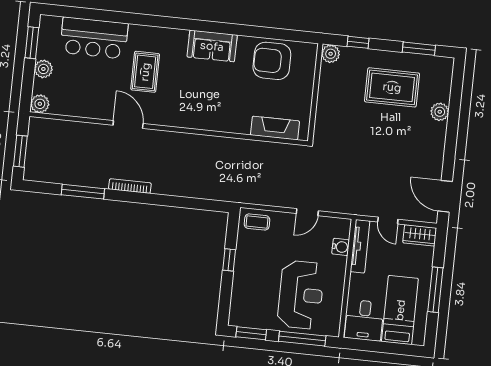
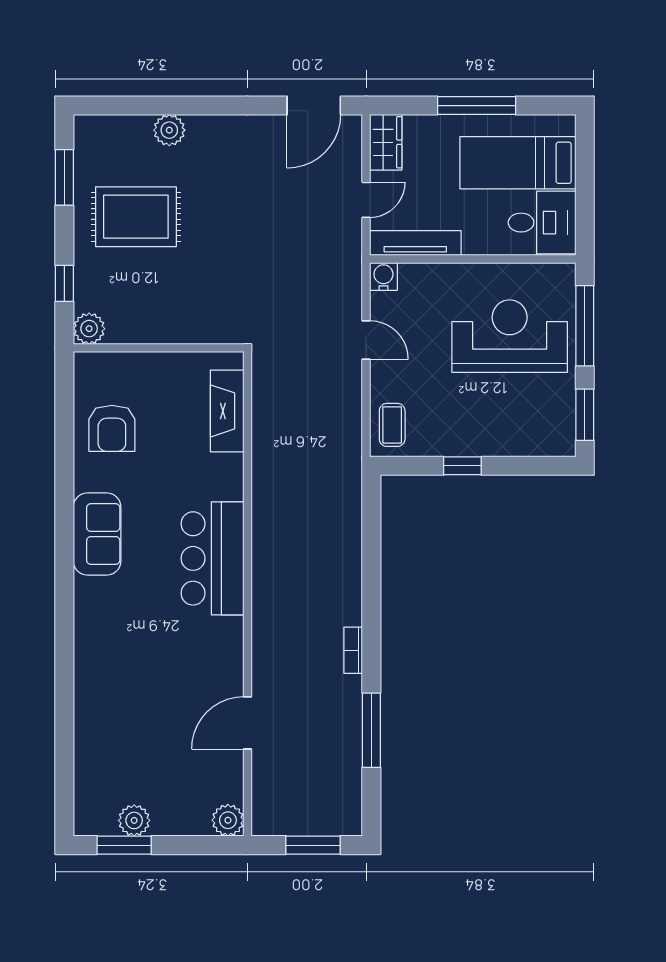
bar counter: (94, 38) -> (213, 558), moved, turned 180
armchair: (272, 61) -> (112, 428), width x0.73, depth x0.73
plant: (43, 69) -> (134, 820), moved
rug: (145, 72) -> (154, 645), removed
rug: (392, 87) -> (136, 217), turned 90
door: (128, 124) -> (248, 723), moved
bookcase: (130, 186) -> (353, 650), width x0.64
water cooler: (341, 247) -> (383, 276), moved

